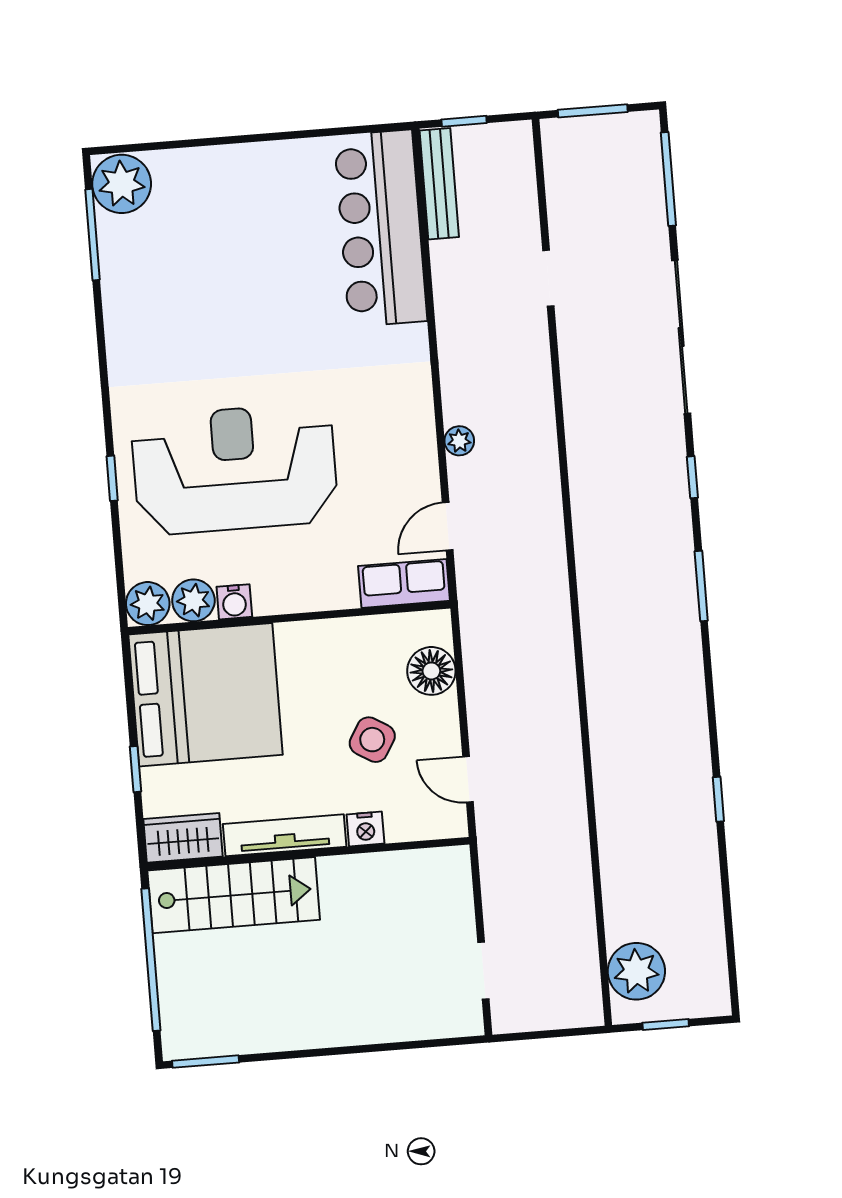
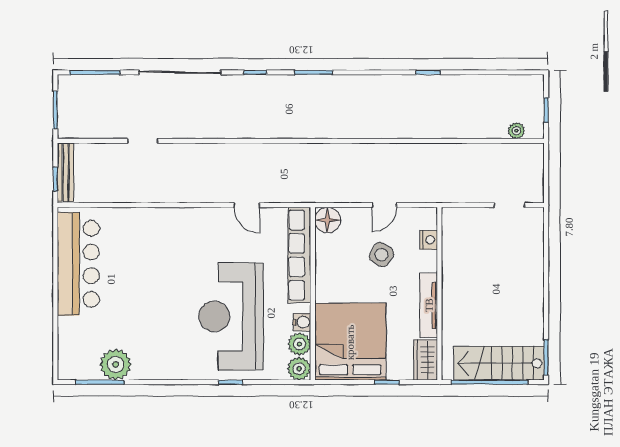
plant: (122, 184) -> (116, 364), moved
bench: (439, 184) -> (66, 172), moved, turned 90
bar counter: (381, 228) -> (78, 264), moved, turned -90
plant: (459, 441) -> (226, 195), removed
door: (448, 526) -> (247, 205), moved
row of seats: (404, 583) -> (299, 255), width x2.02
floor lamp: (431, 671) -> (328, 220), moved
door: (468, 779) -> (384, 205), moved
nightstand: (365, 829) -> (429, 240), moved
stairs: (234, 895) -> (499, 363), moved, turned -90
plant: (636, 971) -> (516, 131), width x0.53, depth x0.53

